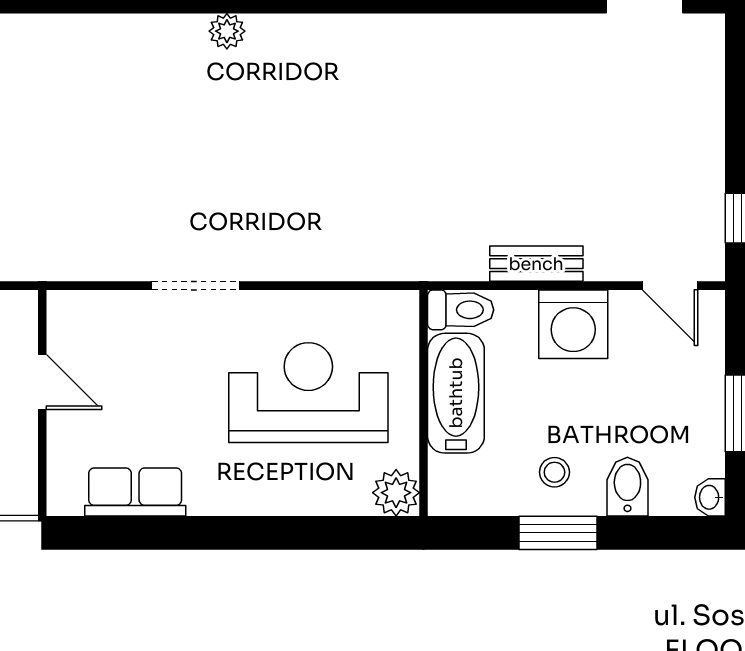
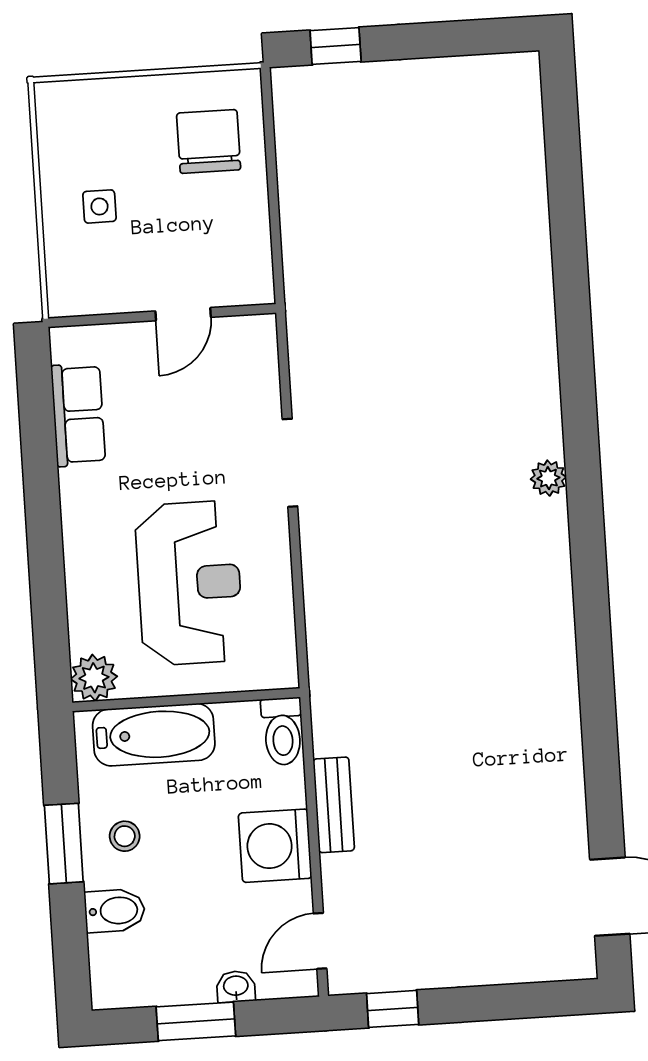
bathtub: (456, 393) -> (154, 735), moved
washbasin: (710, 497) -> (236, 987), moved

